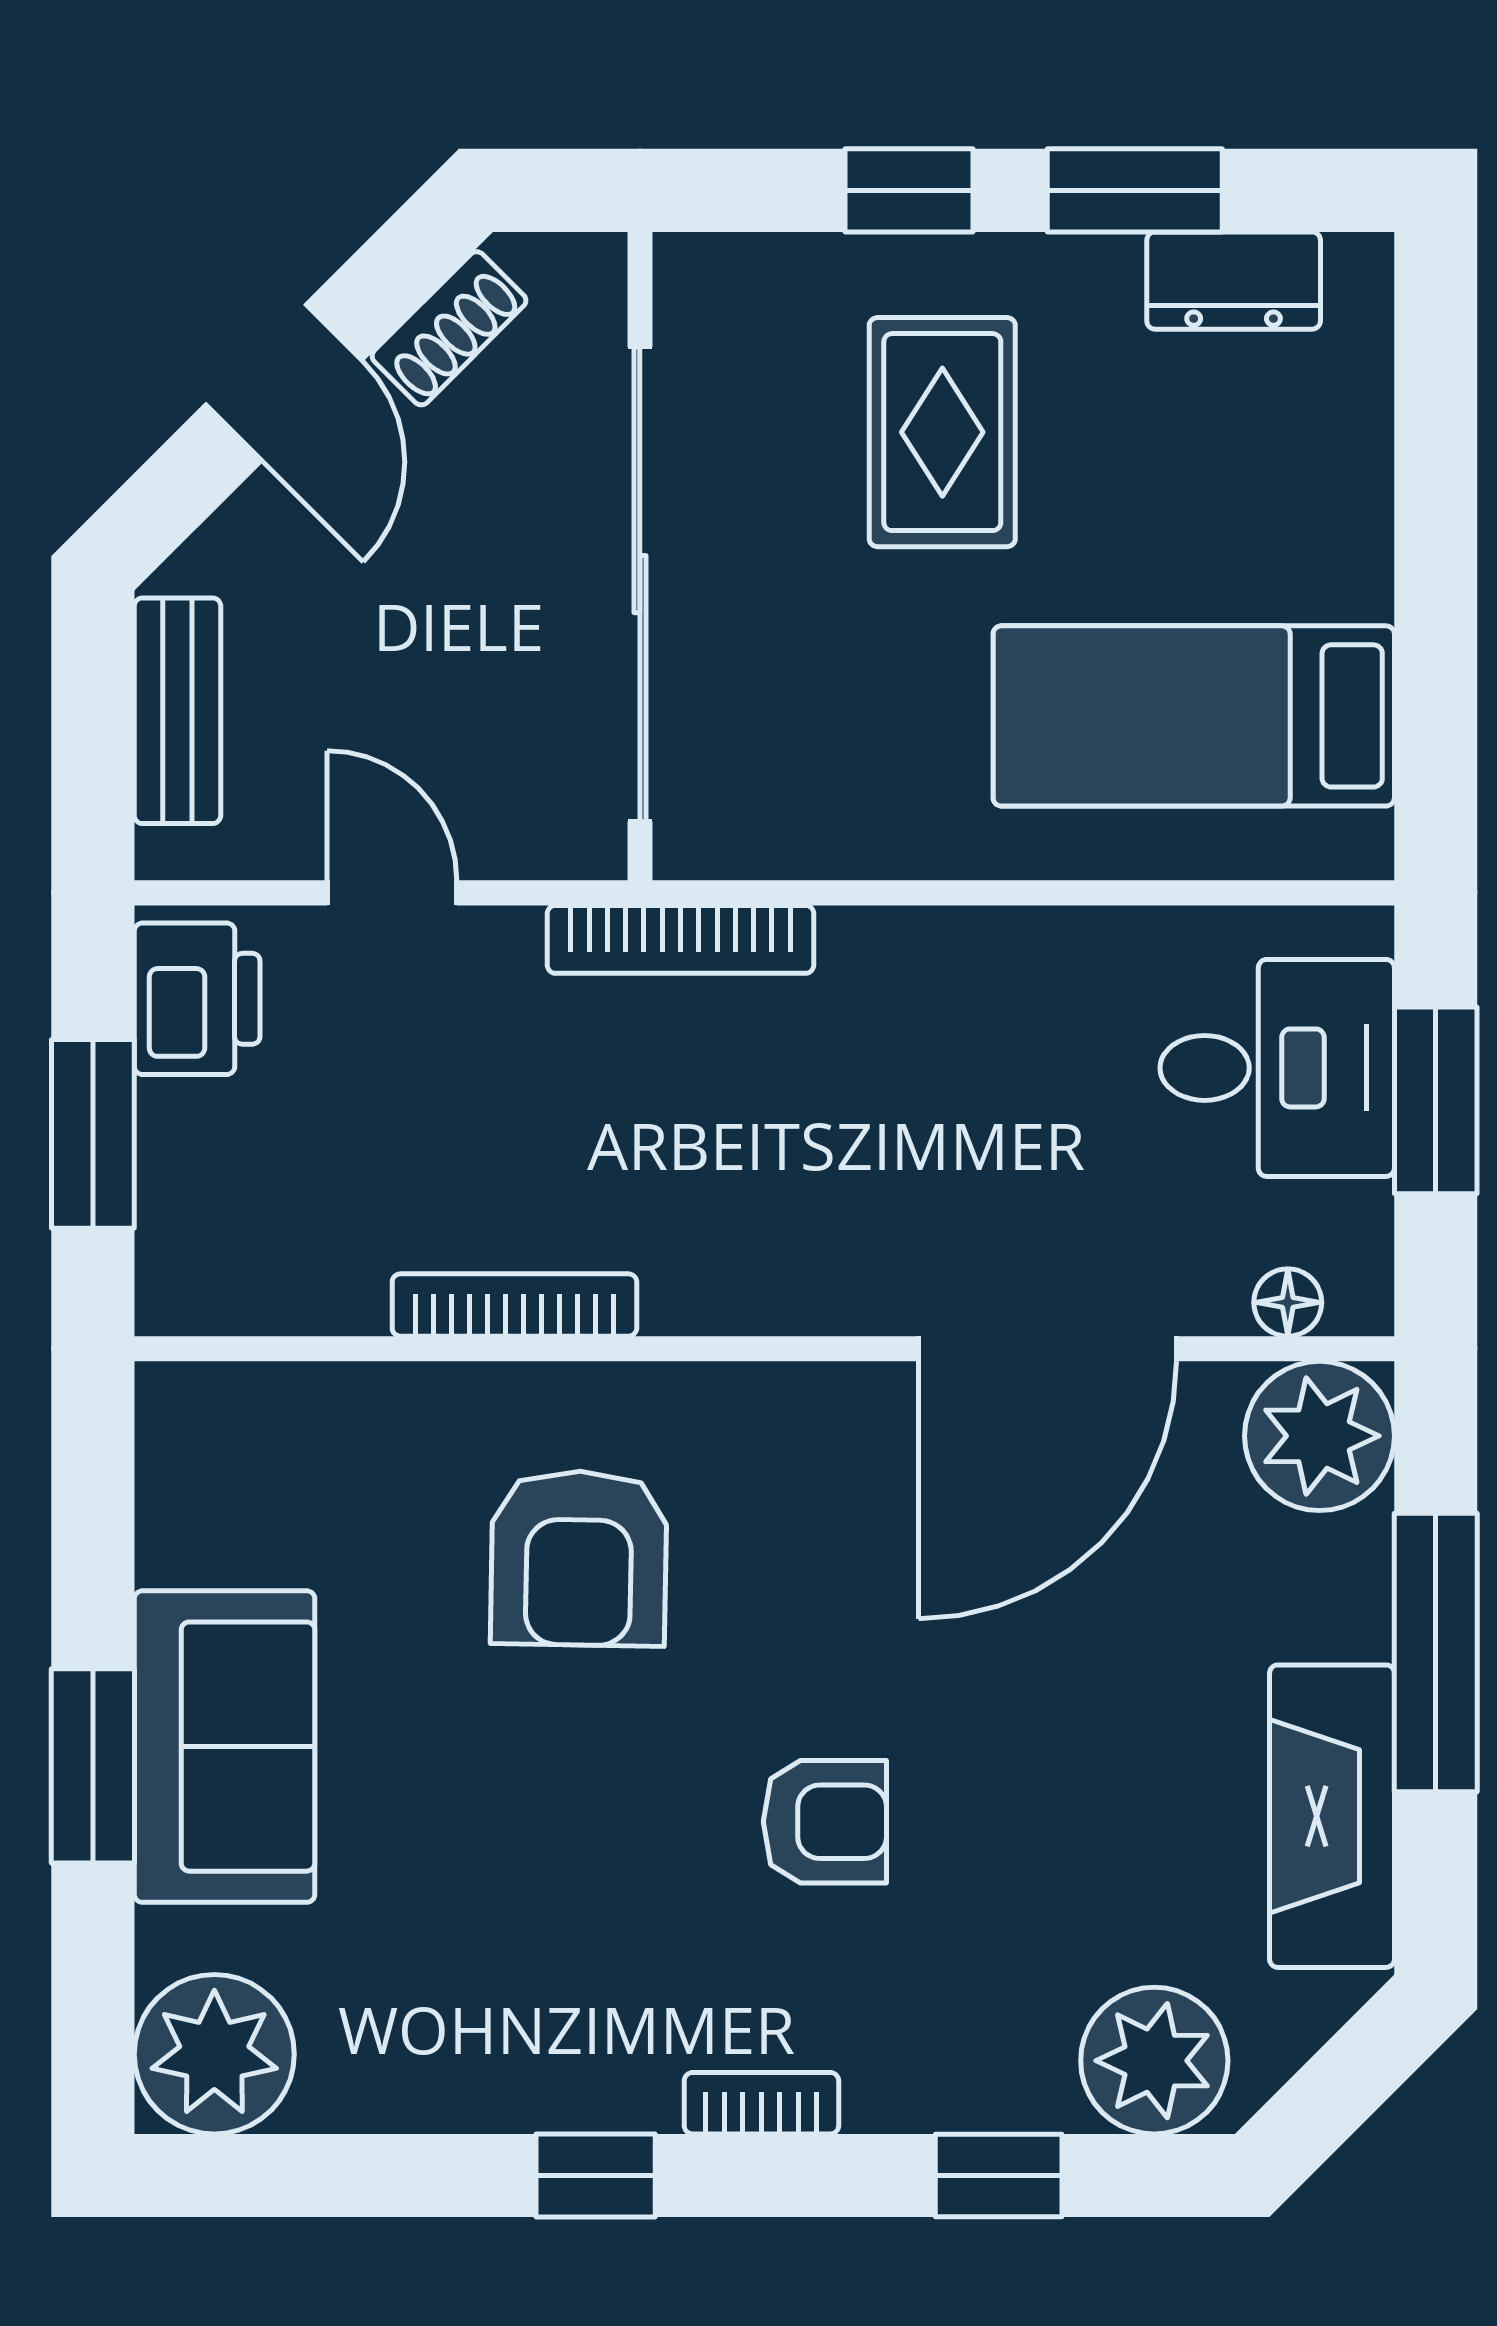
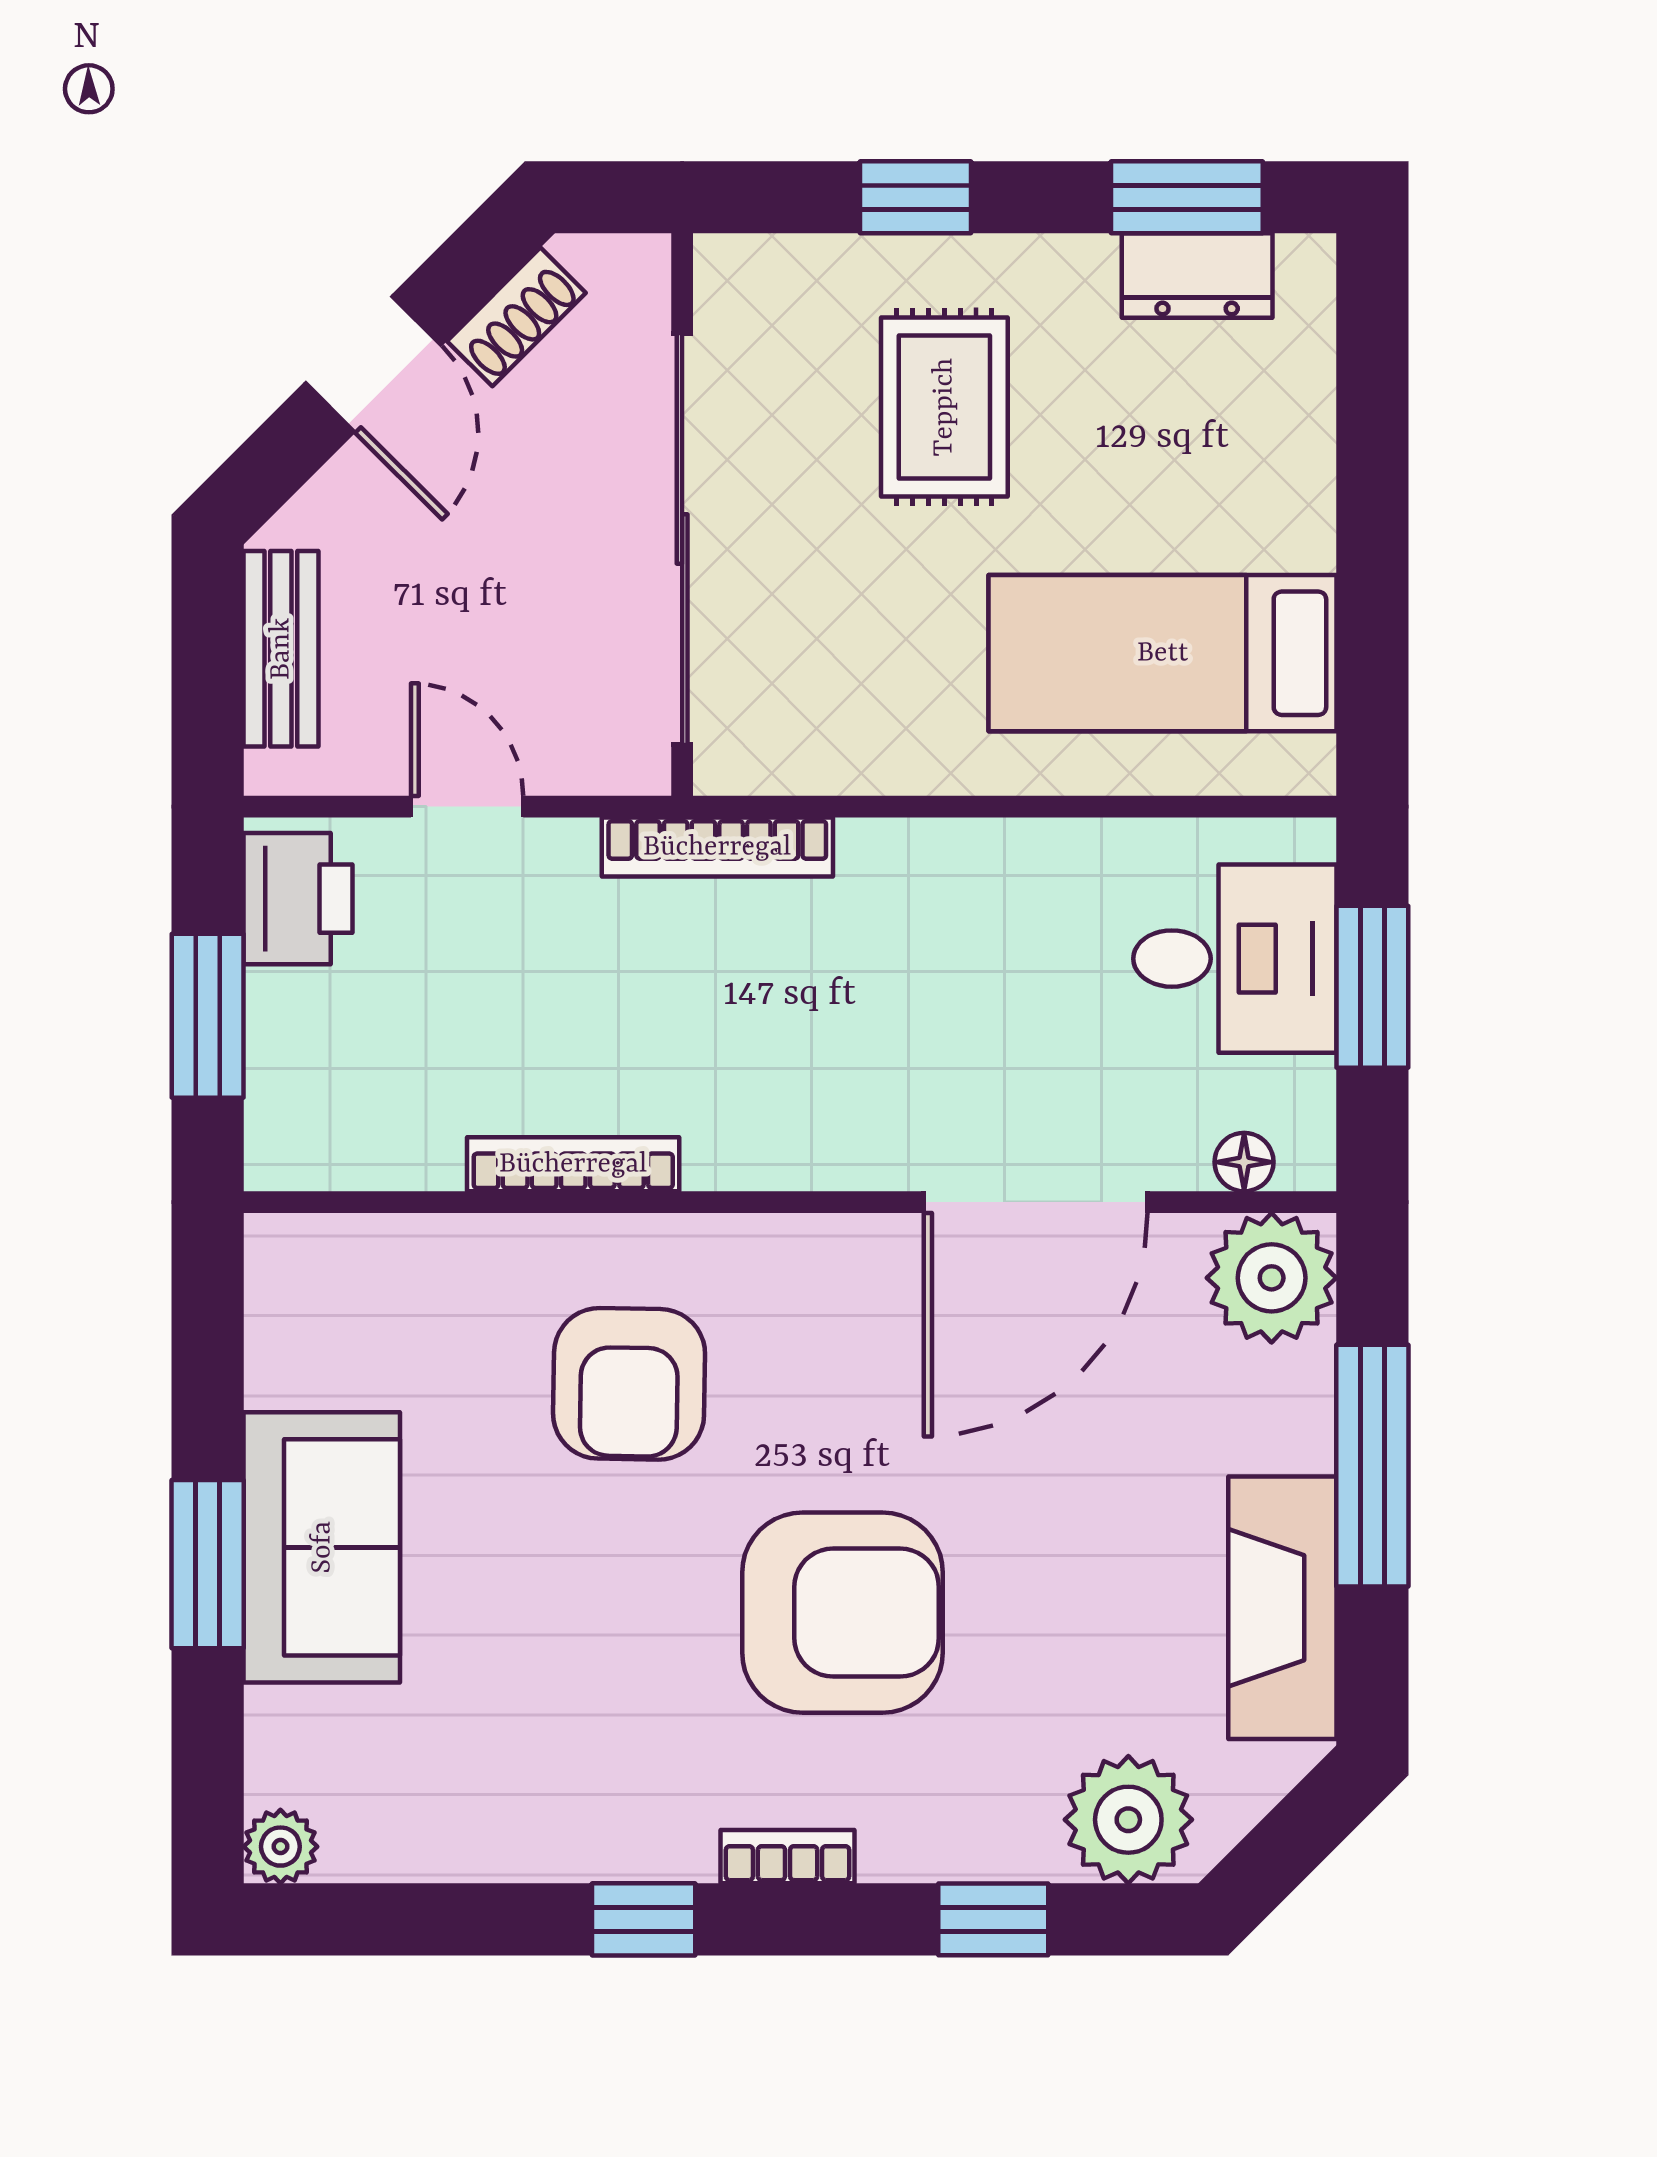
window: (1135, 190) -> (1187, 197), moved
armchair: (825, 1822) -> (843, 1613), width x1.88, depth x1.88
plant: (214, 2054) -> (280, 1847), width x0.53, depth x0.53

